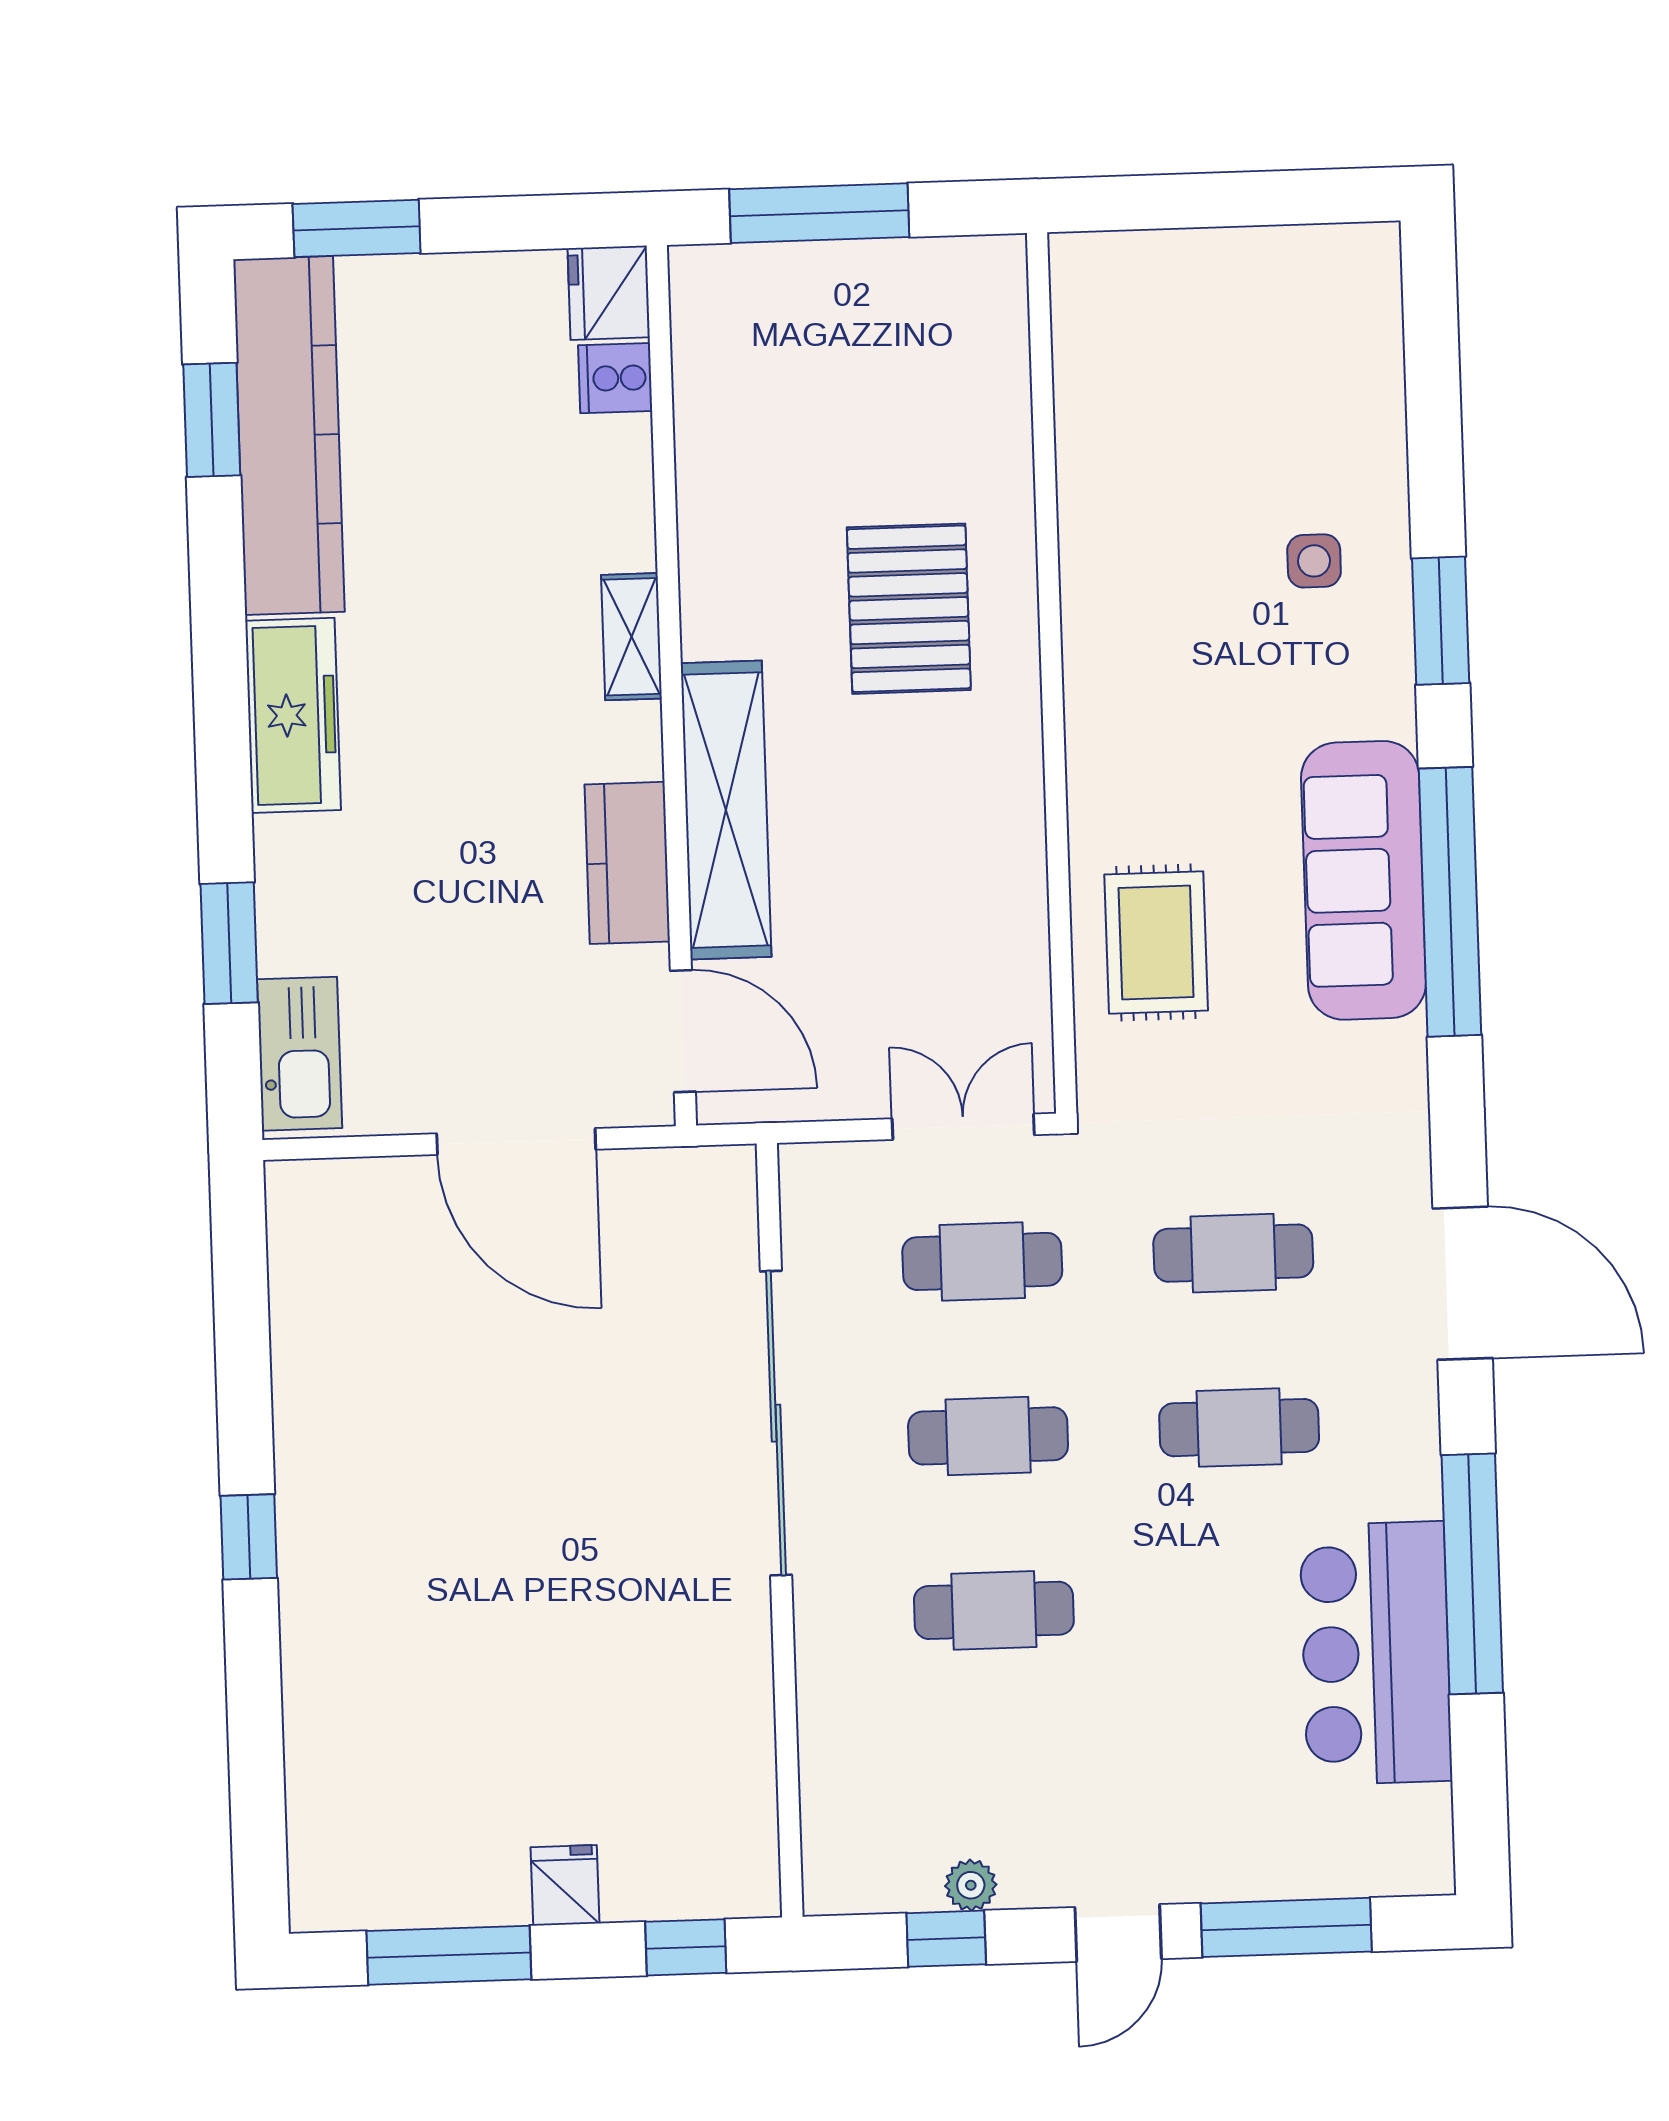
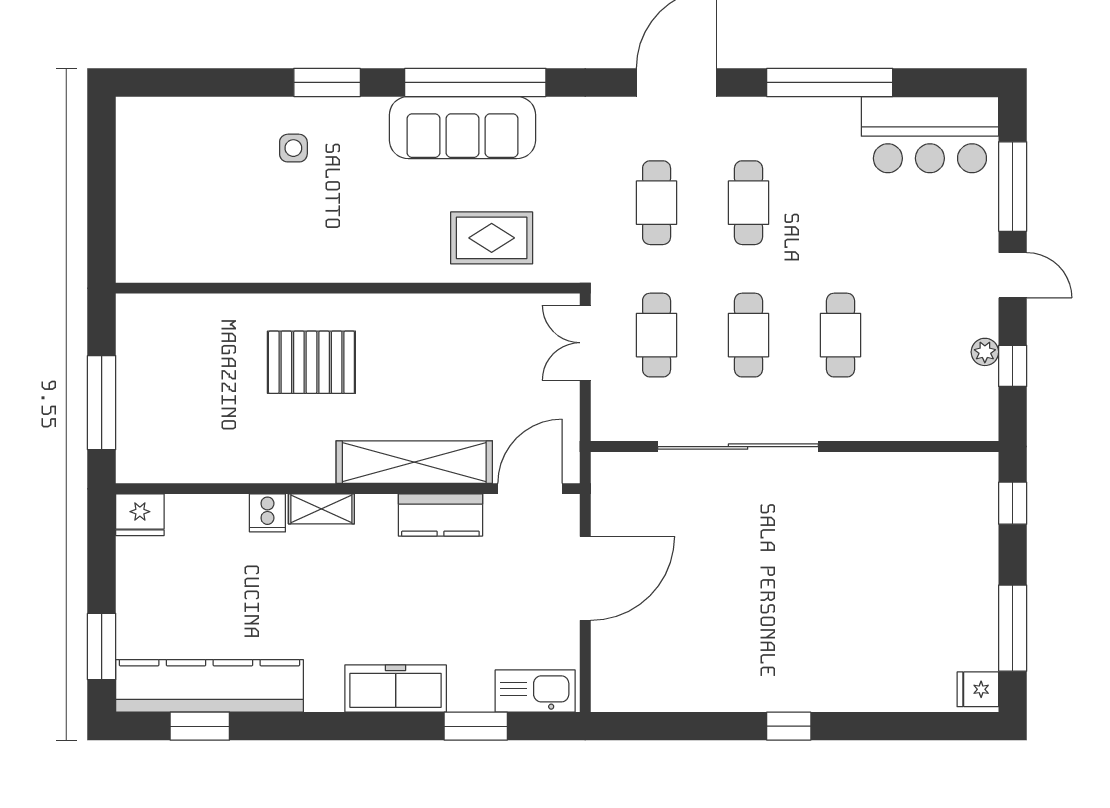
cooker: (615, 378) -> (267, 513), moved
freezer: (293, 715) -> (396, 689), moved
bar counter: (1376, 1653) -> (930, 135), moved
fridge: (565, 1885) -> (978, 689), moved

